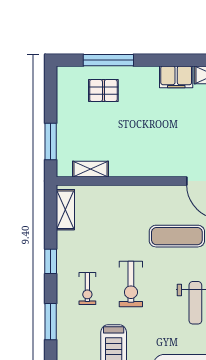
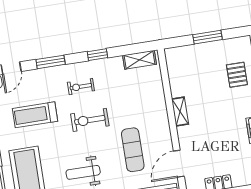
window: (51, 141) -> (208, 37), moved
shelving: (90, 169) -> (180, 112), moved

